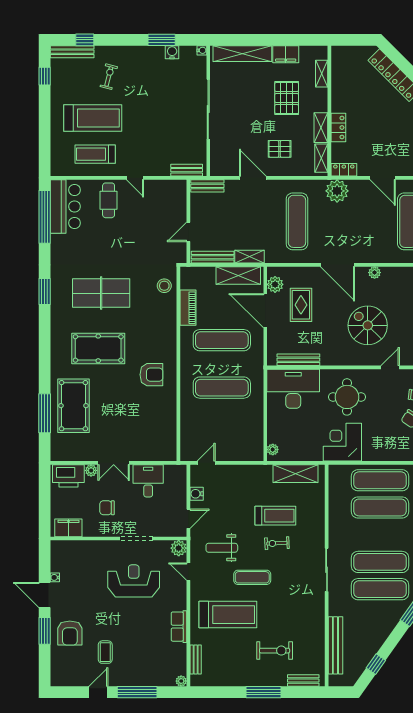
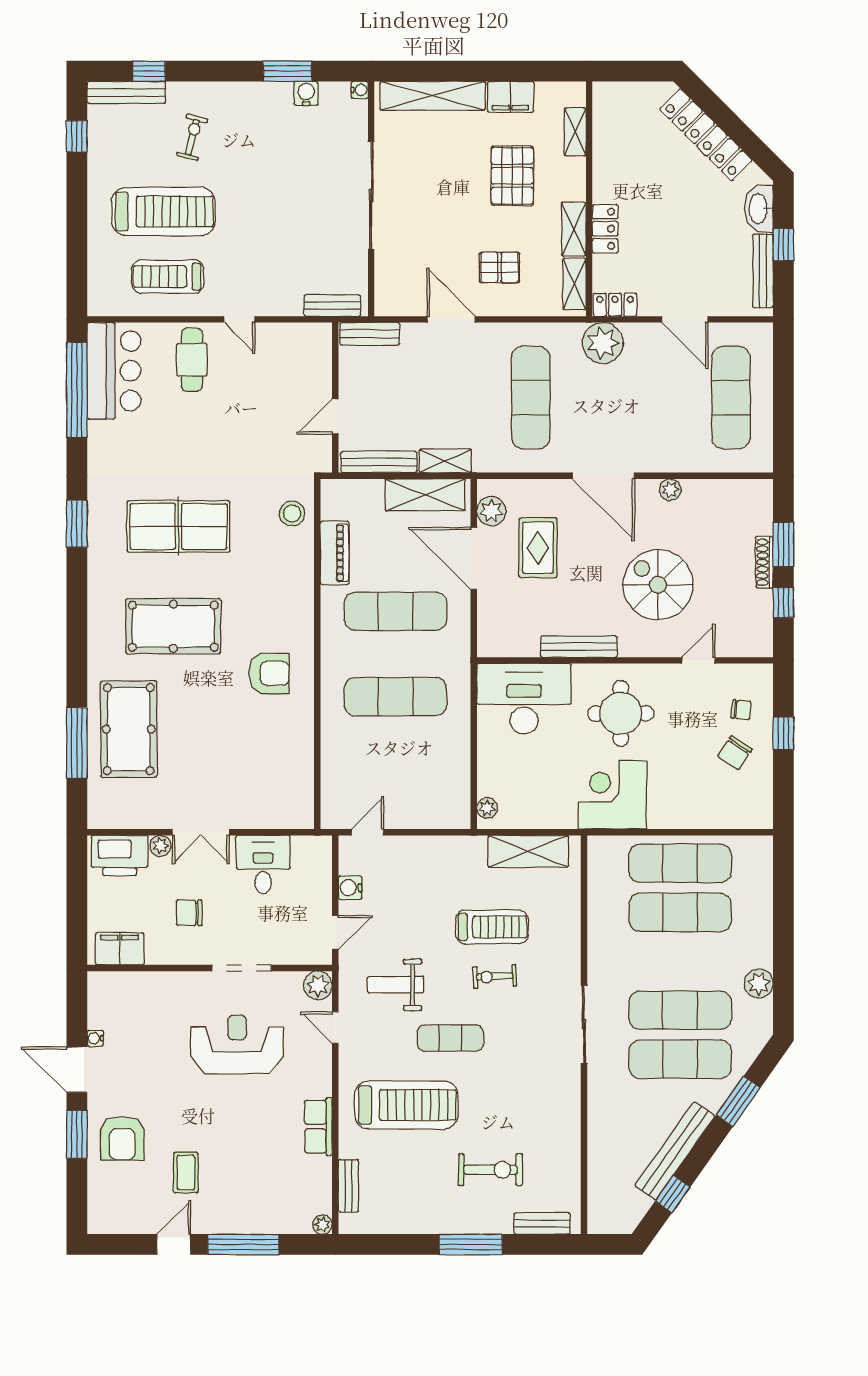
bench: (298, 360) -> (579, 647), moved
bench: (335, 645) -> (675, 1151), moved, turned 35

